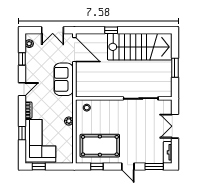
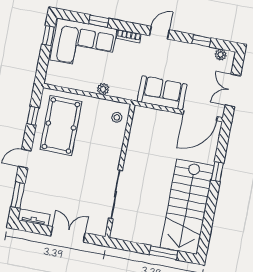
window: (175, 68) -> (164, 253), moved
door: (22, 89) -> (159, 33), swing flipped

